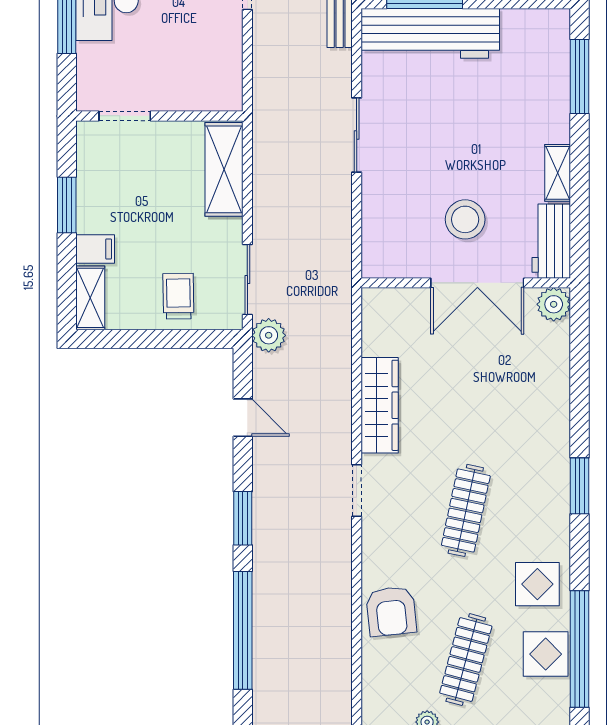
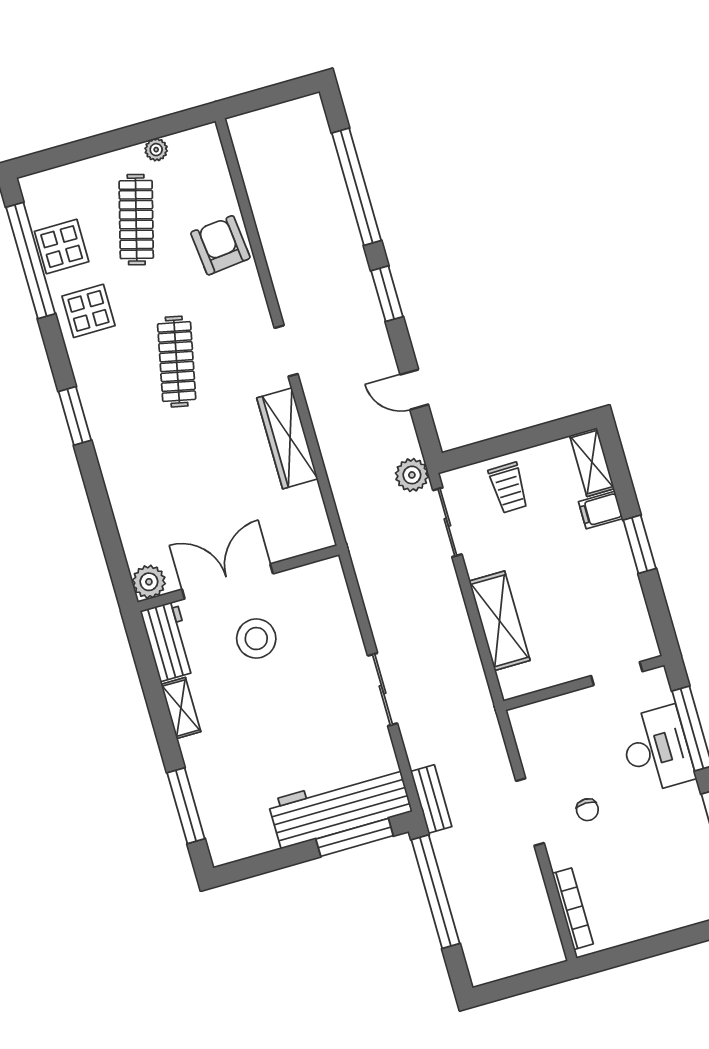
doorway: (125, 116) -> (617, 674), moved
wall: (159, 116) -> (584, 683), moved

